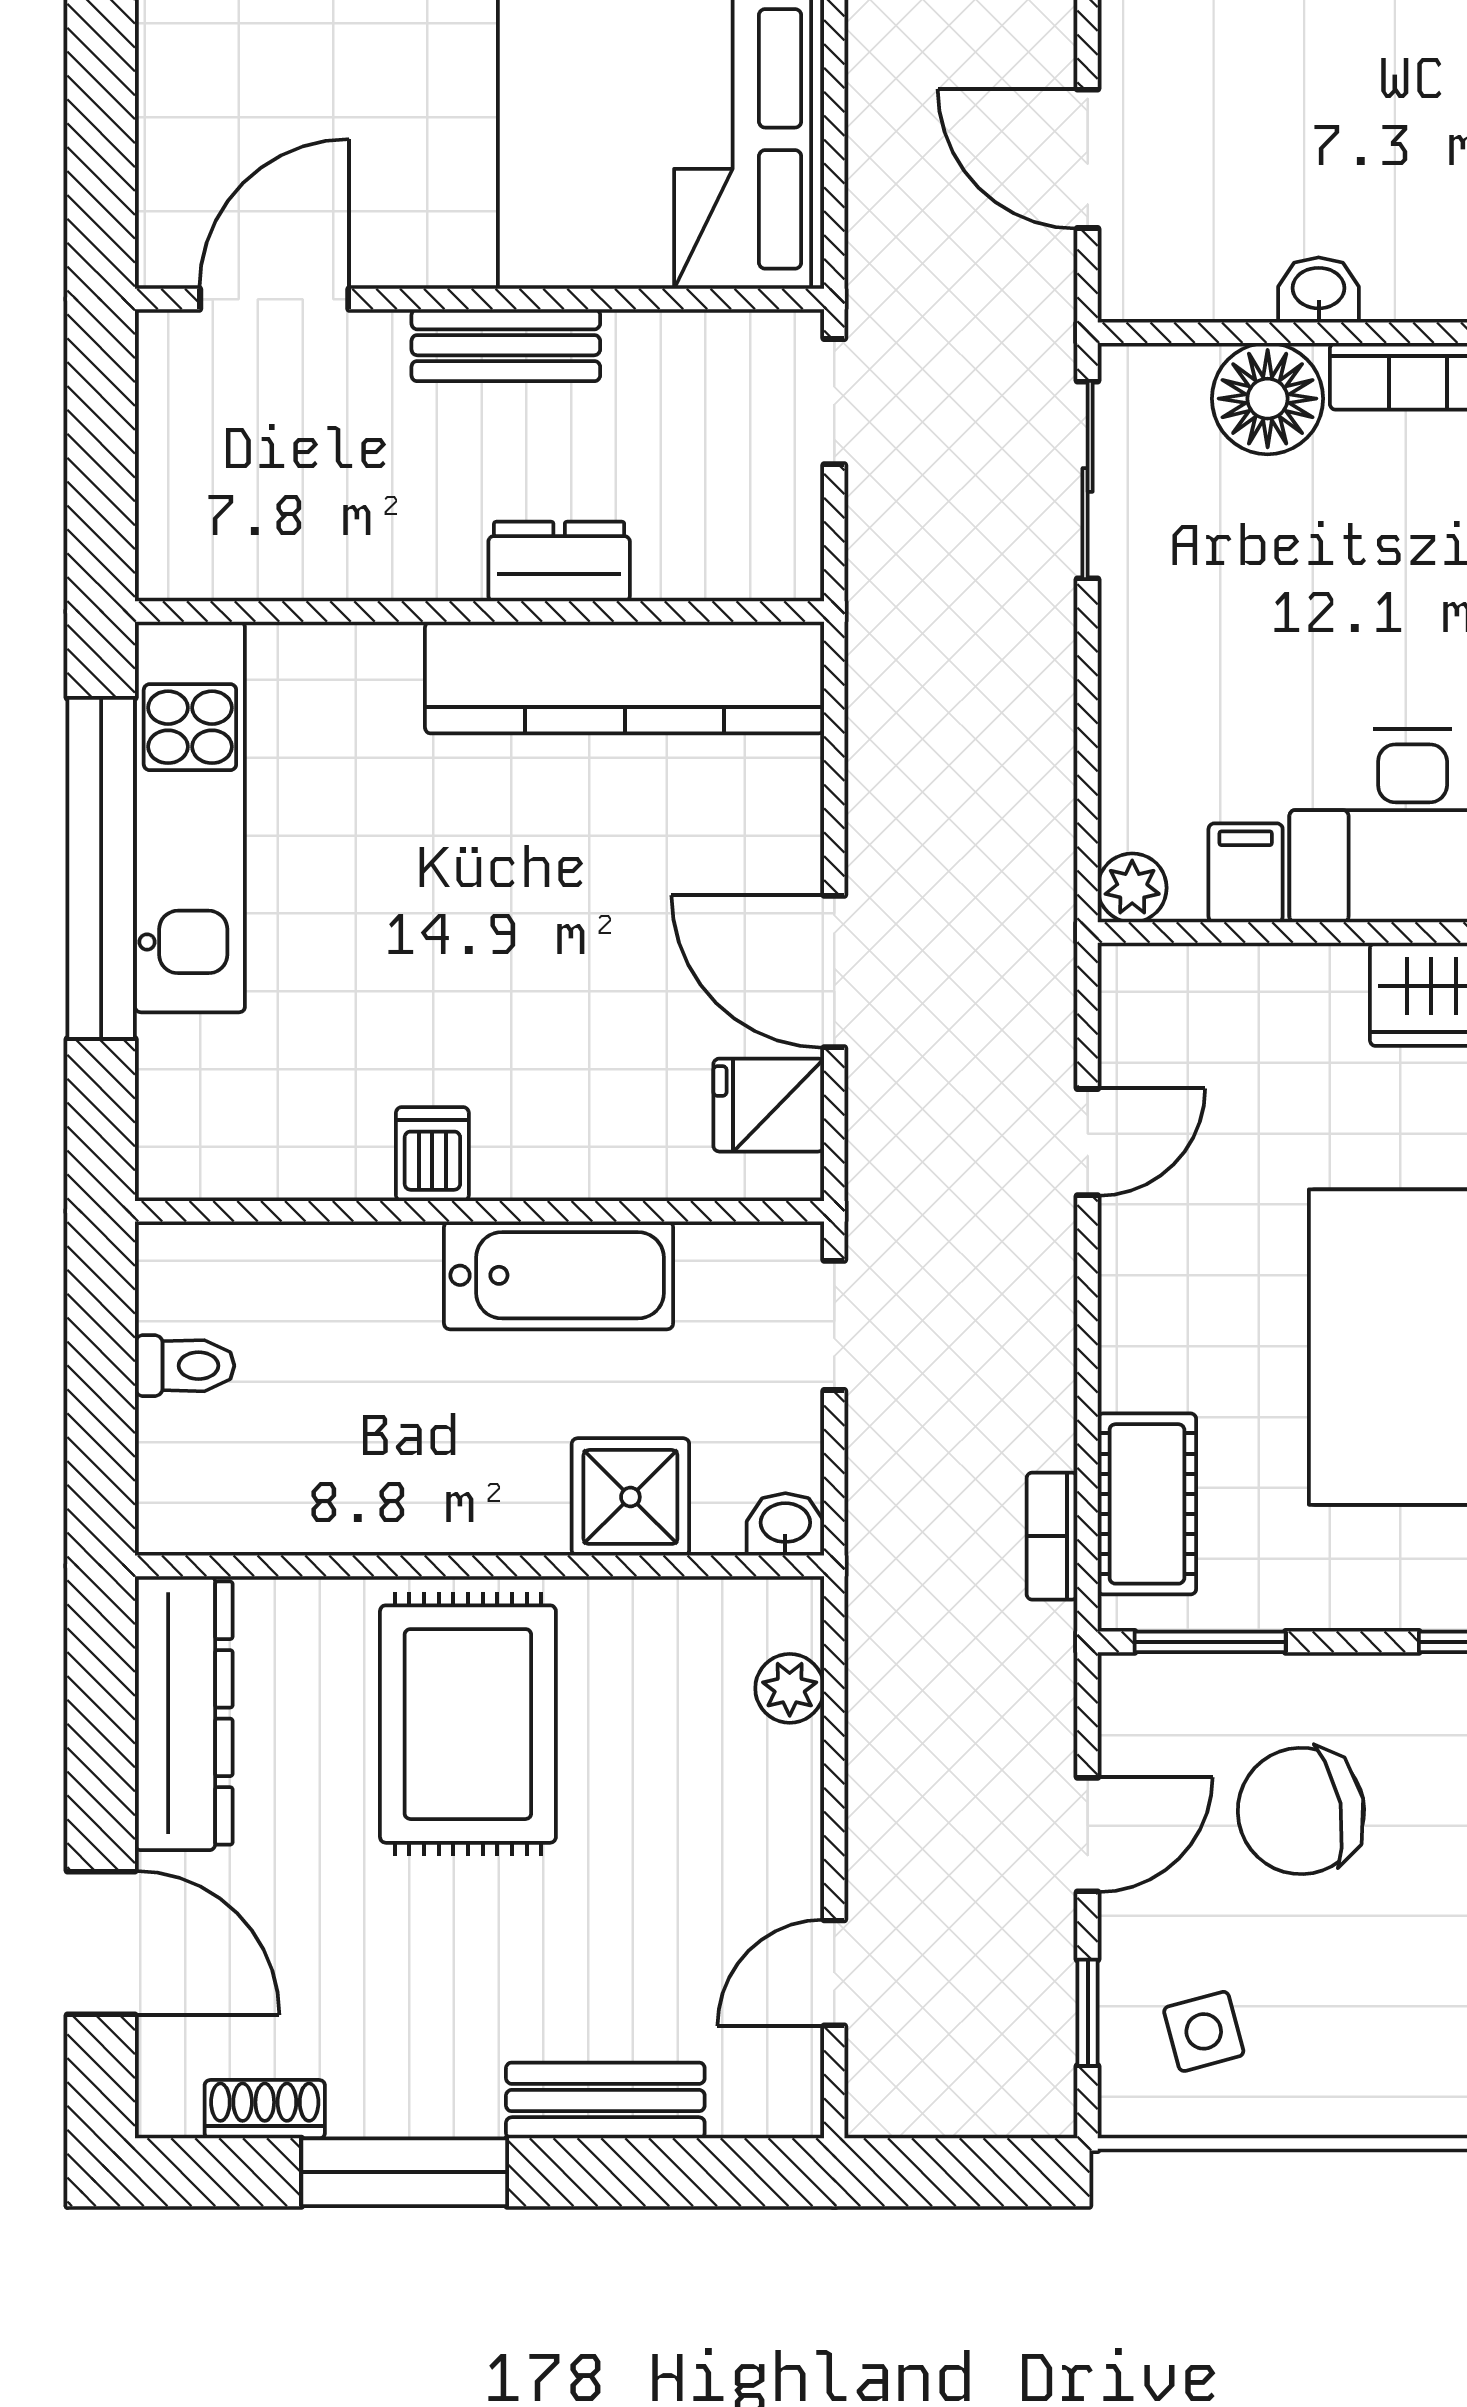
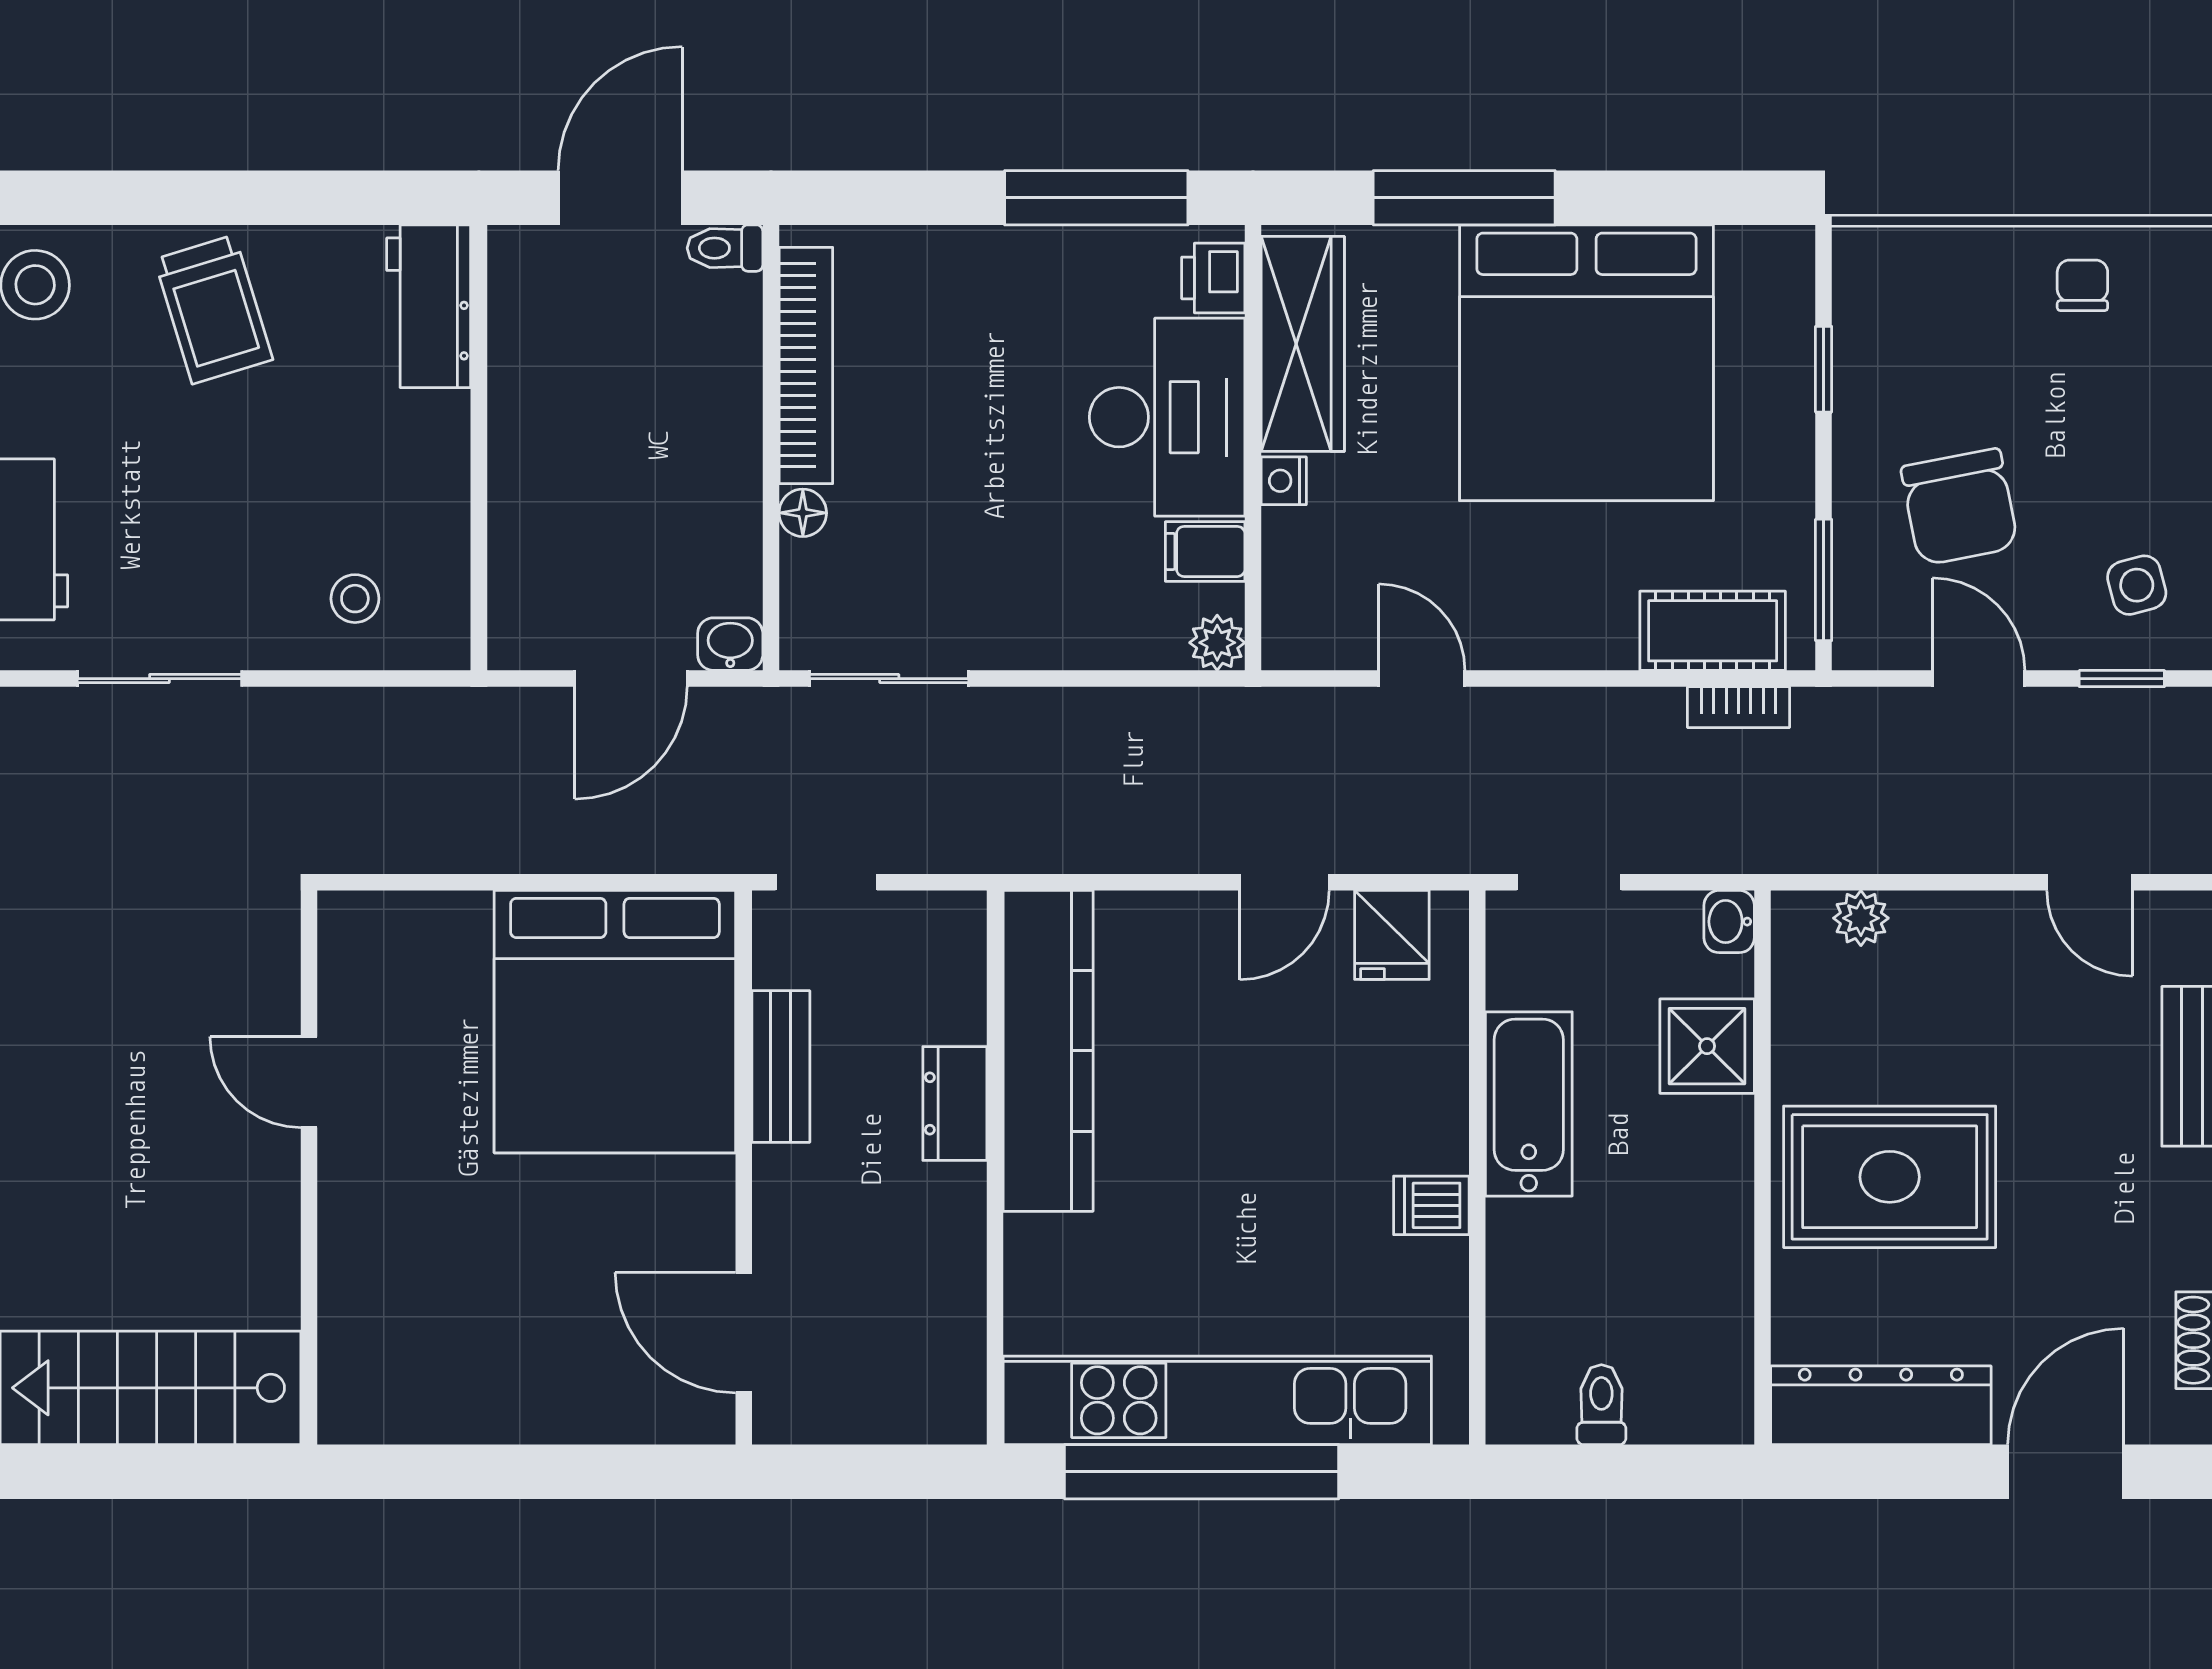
washbasin: (1319, 290) -> (730, 644), moved, turned 90
bench: (506, 345) -> (781, 1066), moved
floor lamp: (1268, 399) -> (803, 513), width x0.53, depth x0.53
kitchen unit: (190, 817) -> (1217, 1400), width x1.36
nightstand: (1334, 971) -> (1284, 481), added
door: (834, 972) -> (1284, 882), width x0.73

